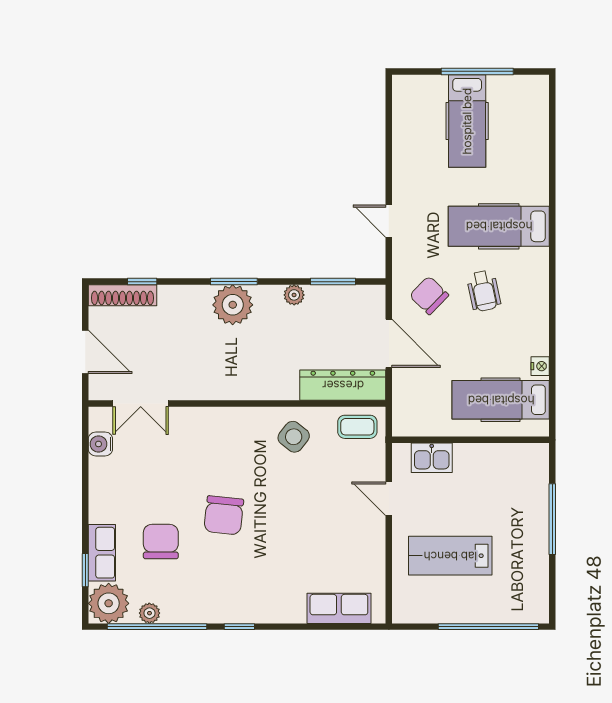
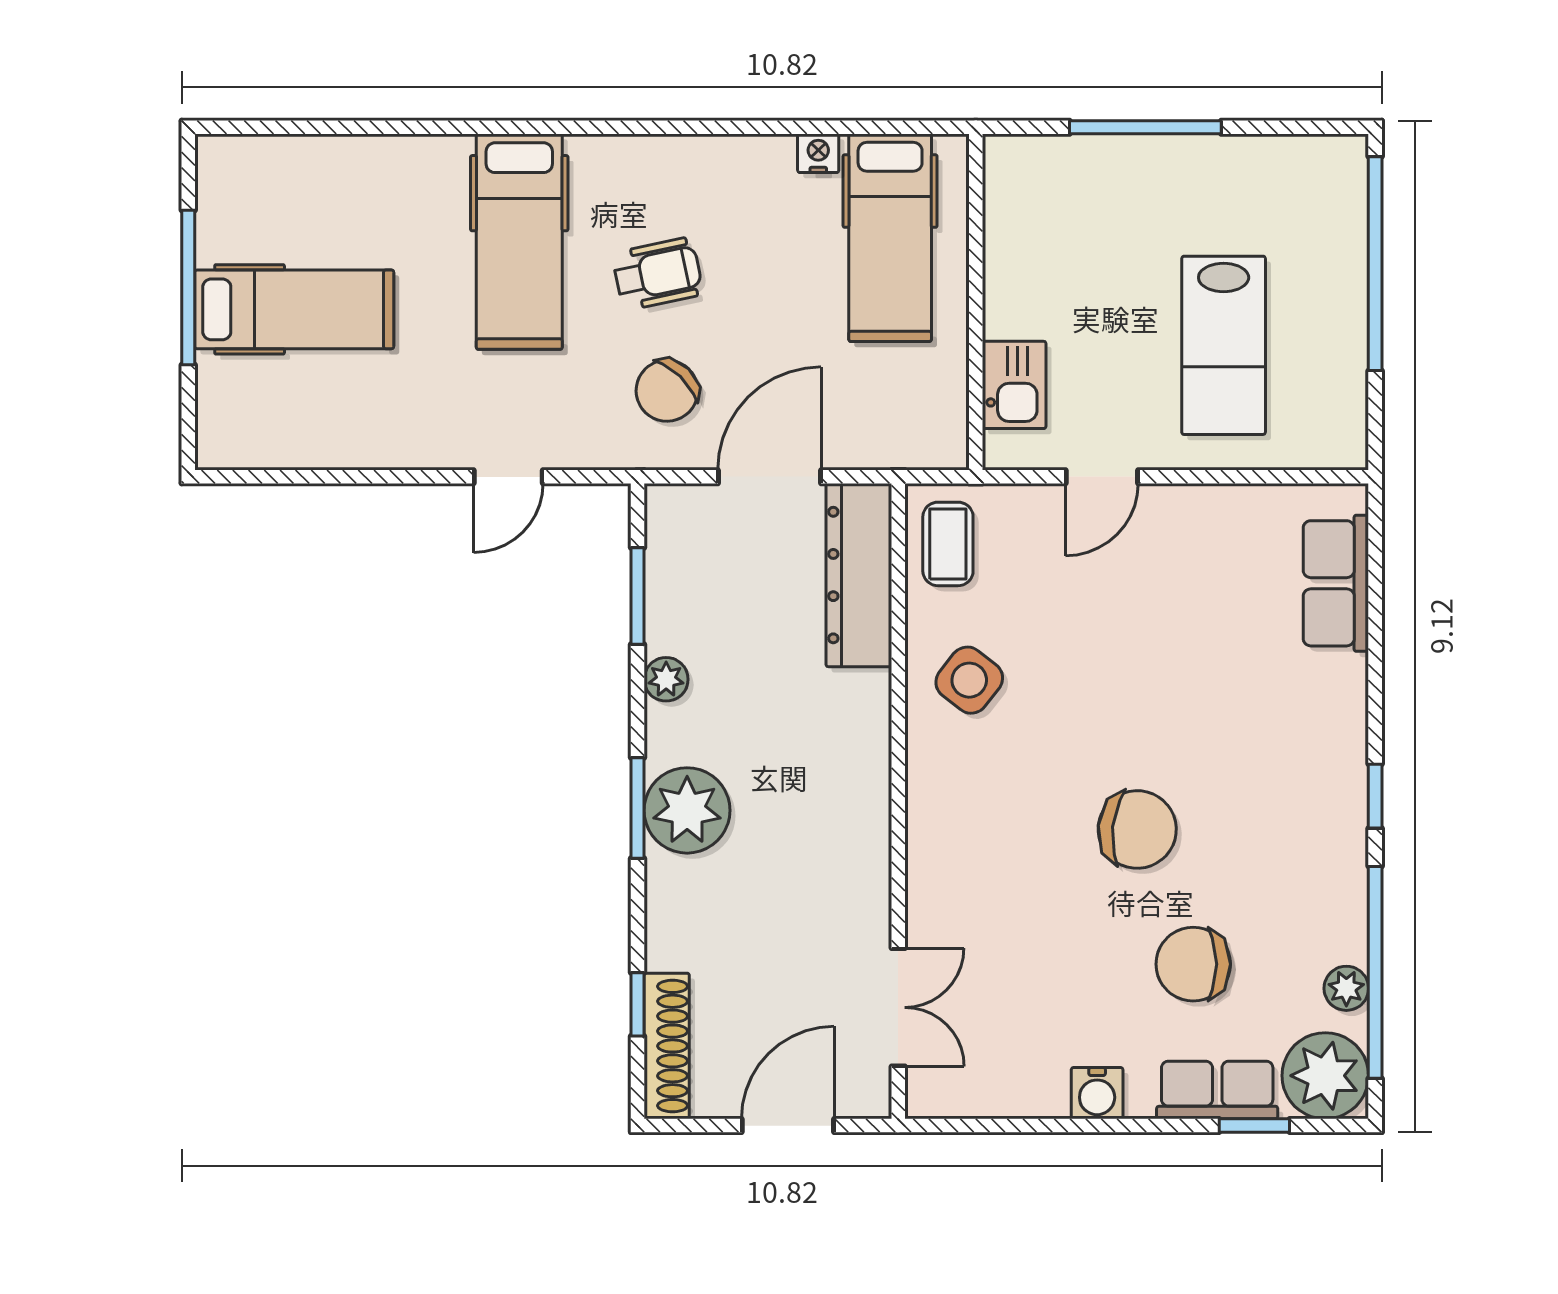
water cooler: (100, 444) -> (1097, 1093), moved

